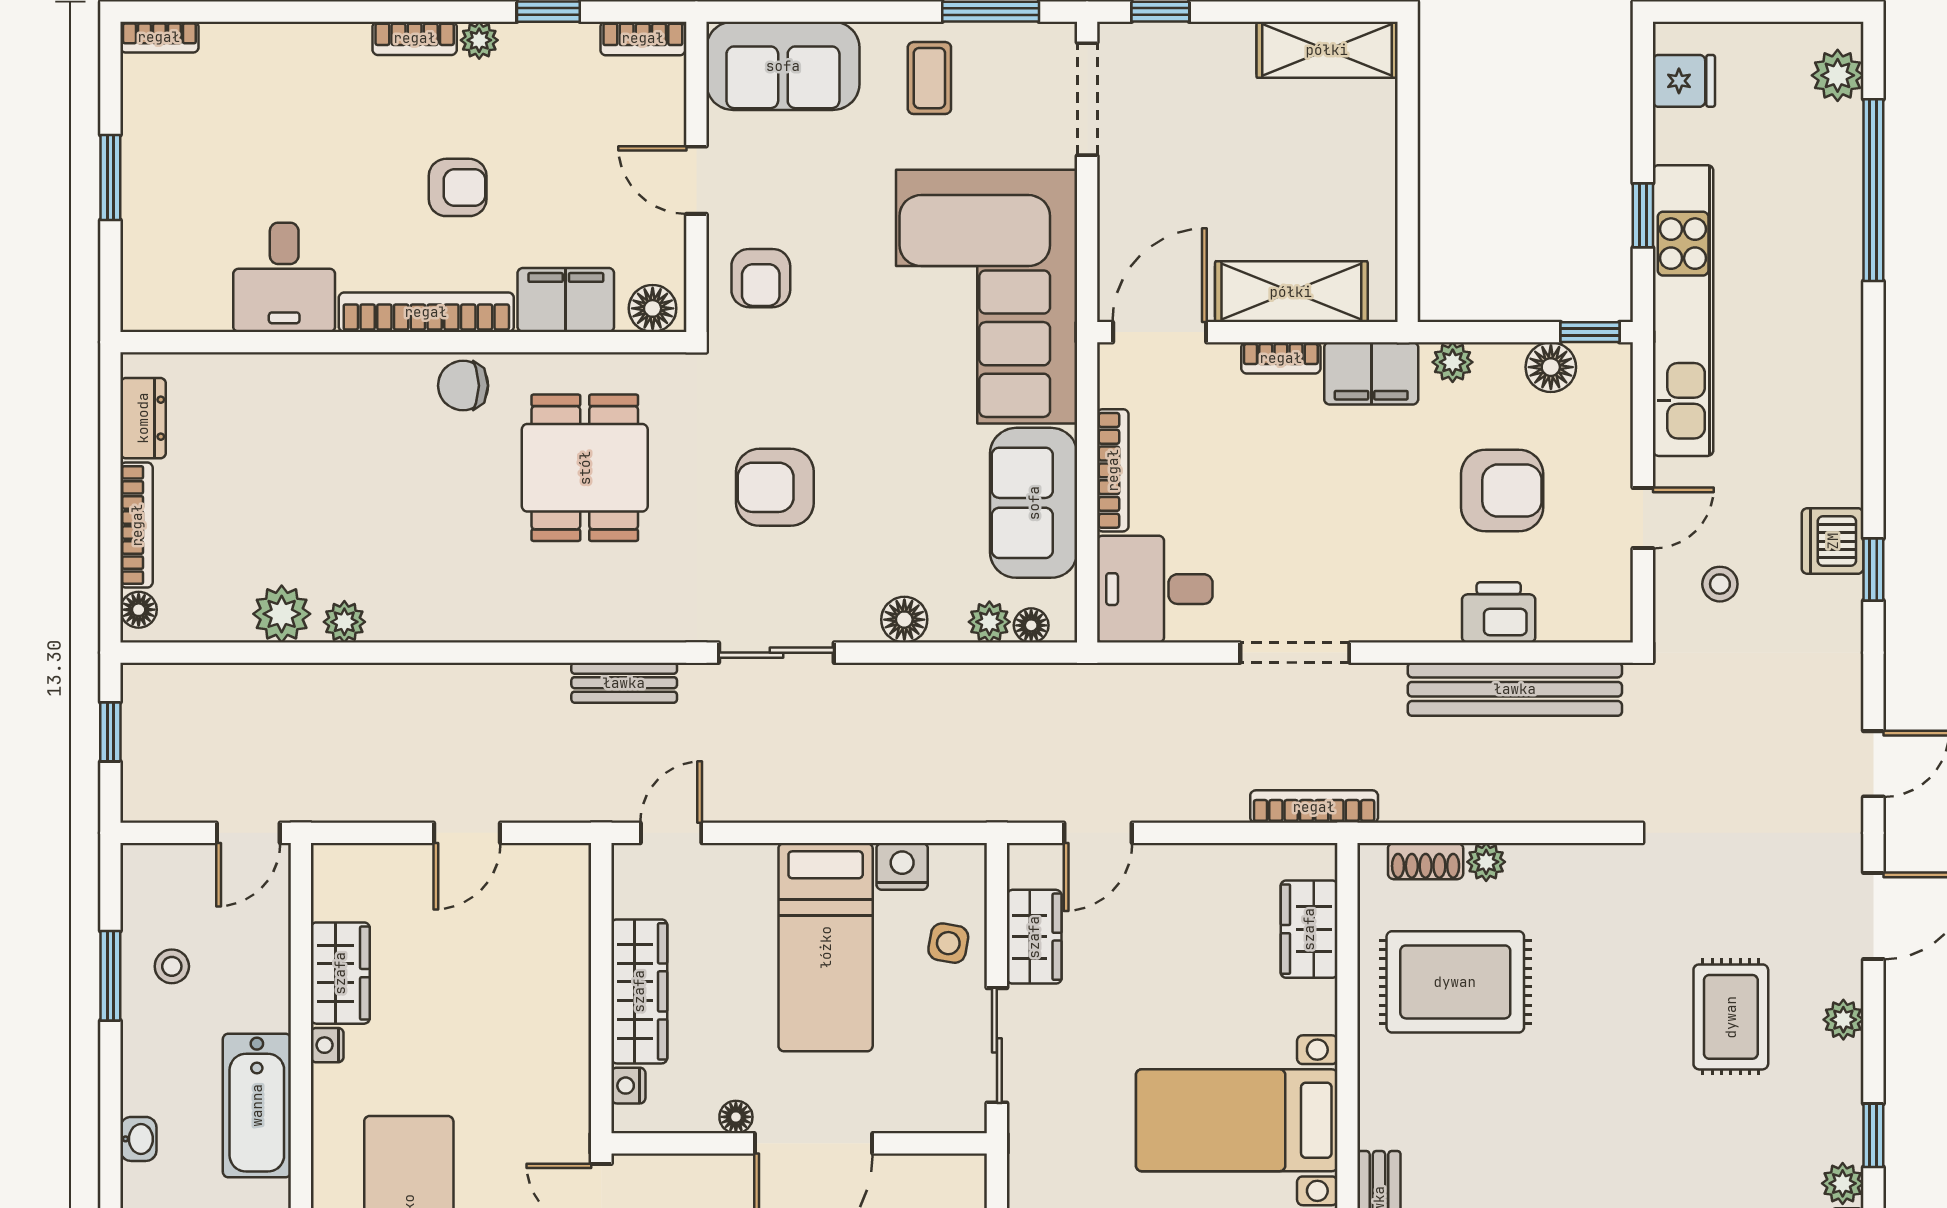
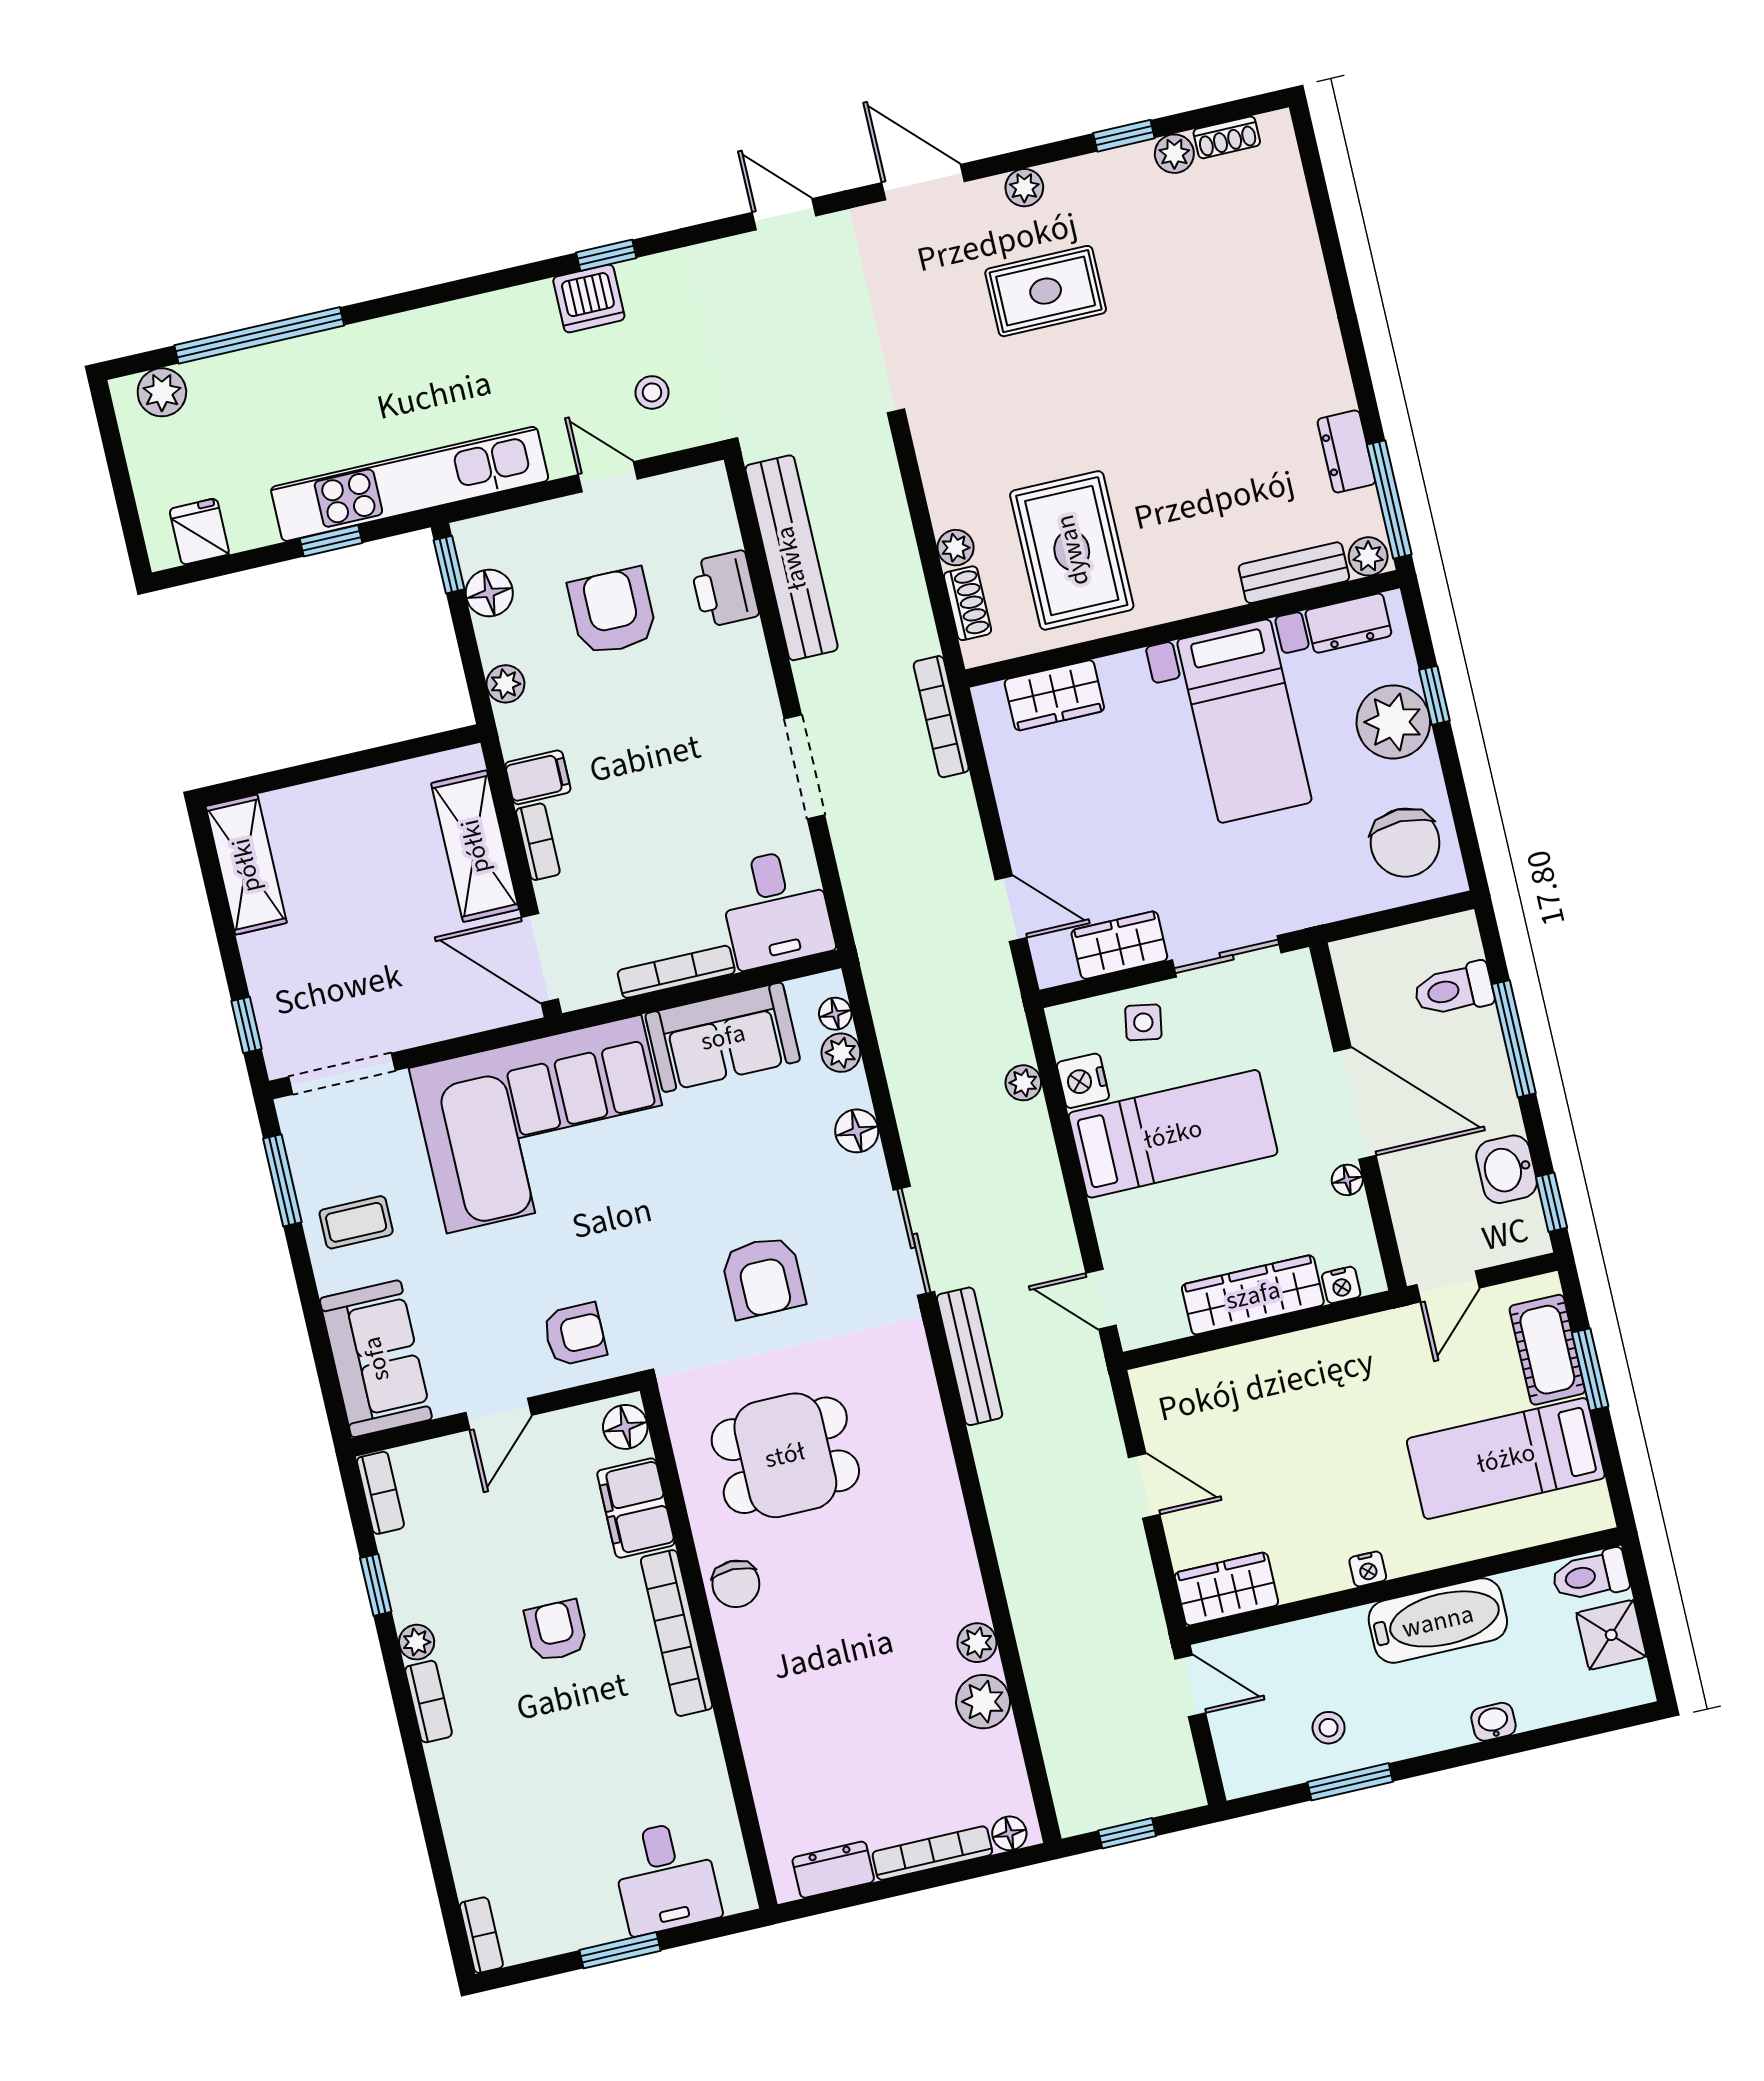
desk: (284, 277) -> (666, 1877), moved, turned 90
filing cabinet: (1371, 373) -> (538, 777), width x0.50
bench: (624, 683) -> (970, 1356), width x1.36
plant: (914, 804) -> (1023, 1083), added
wardrobe: (340, 973) -> (1226, 1589), moved

